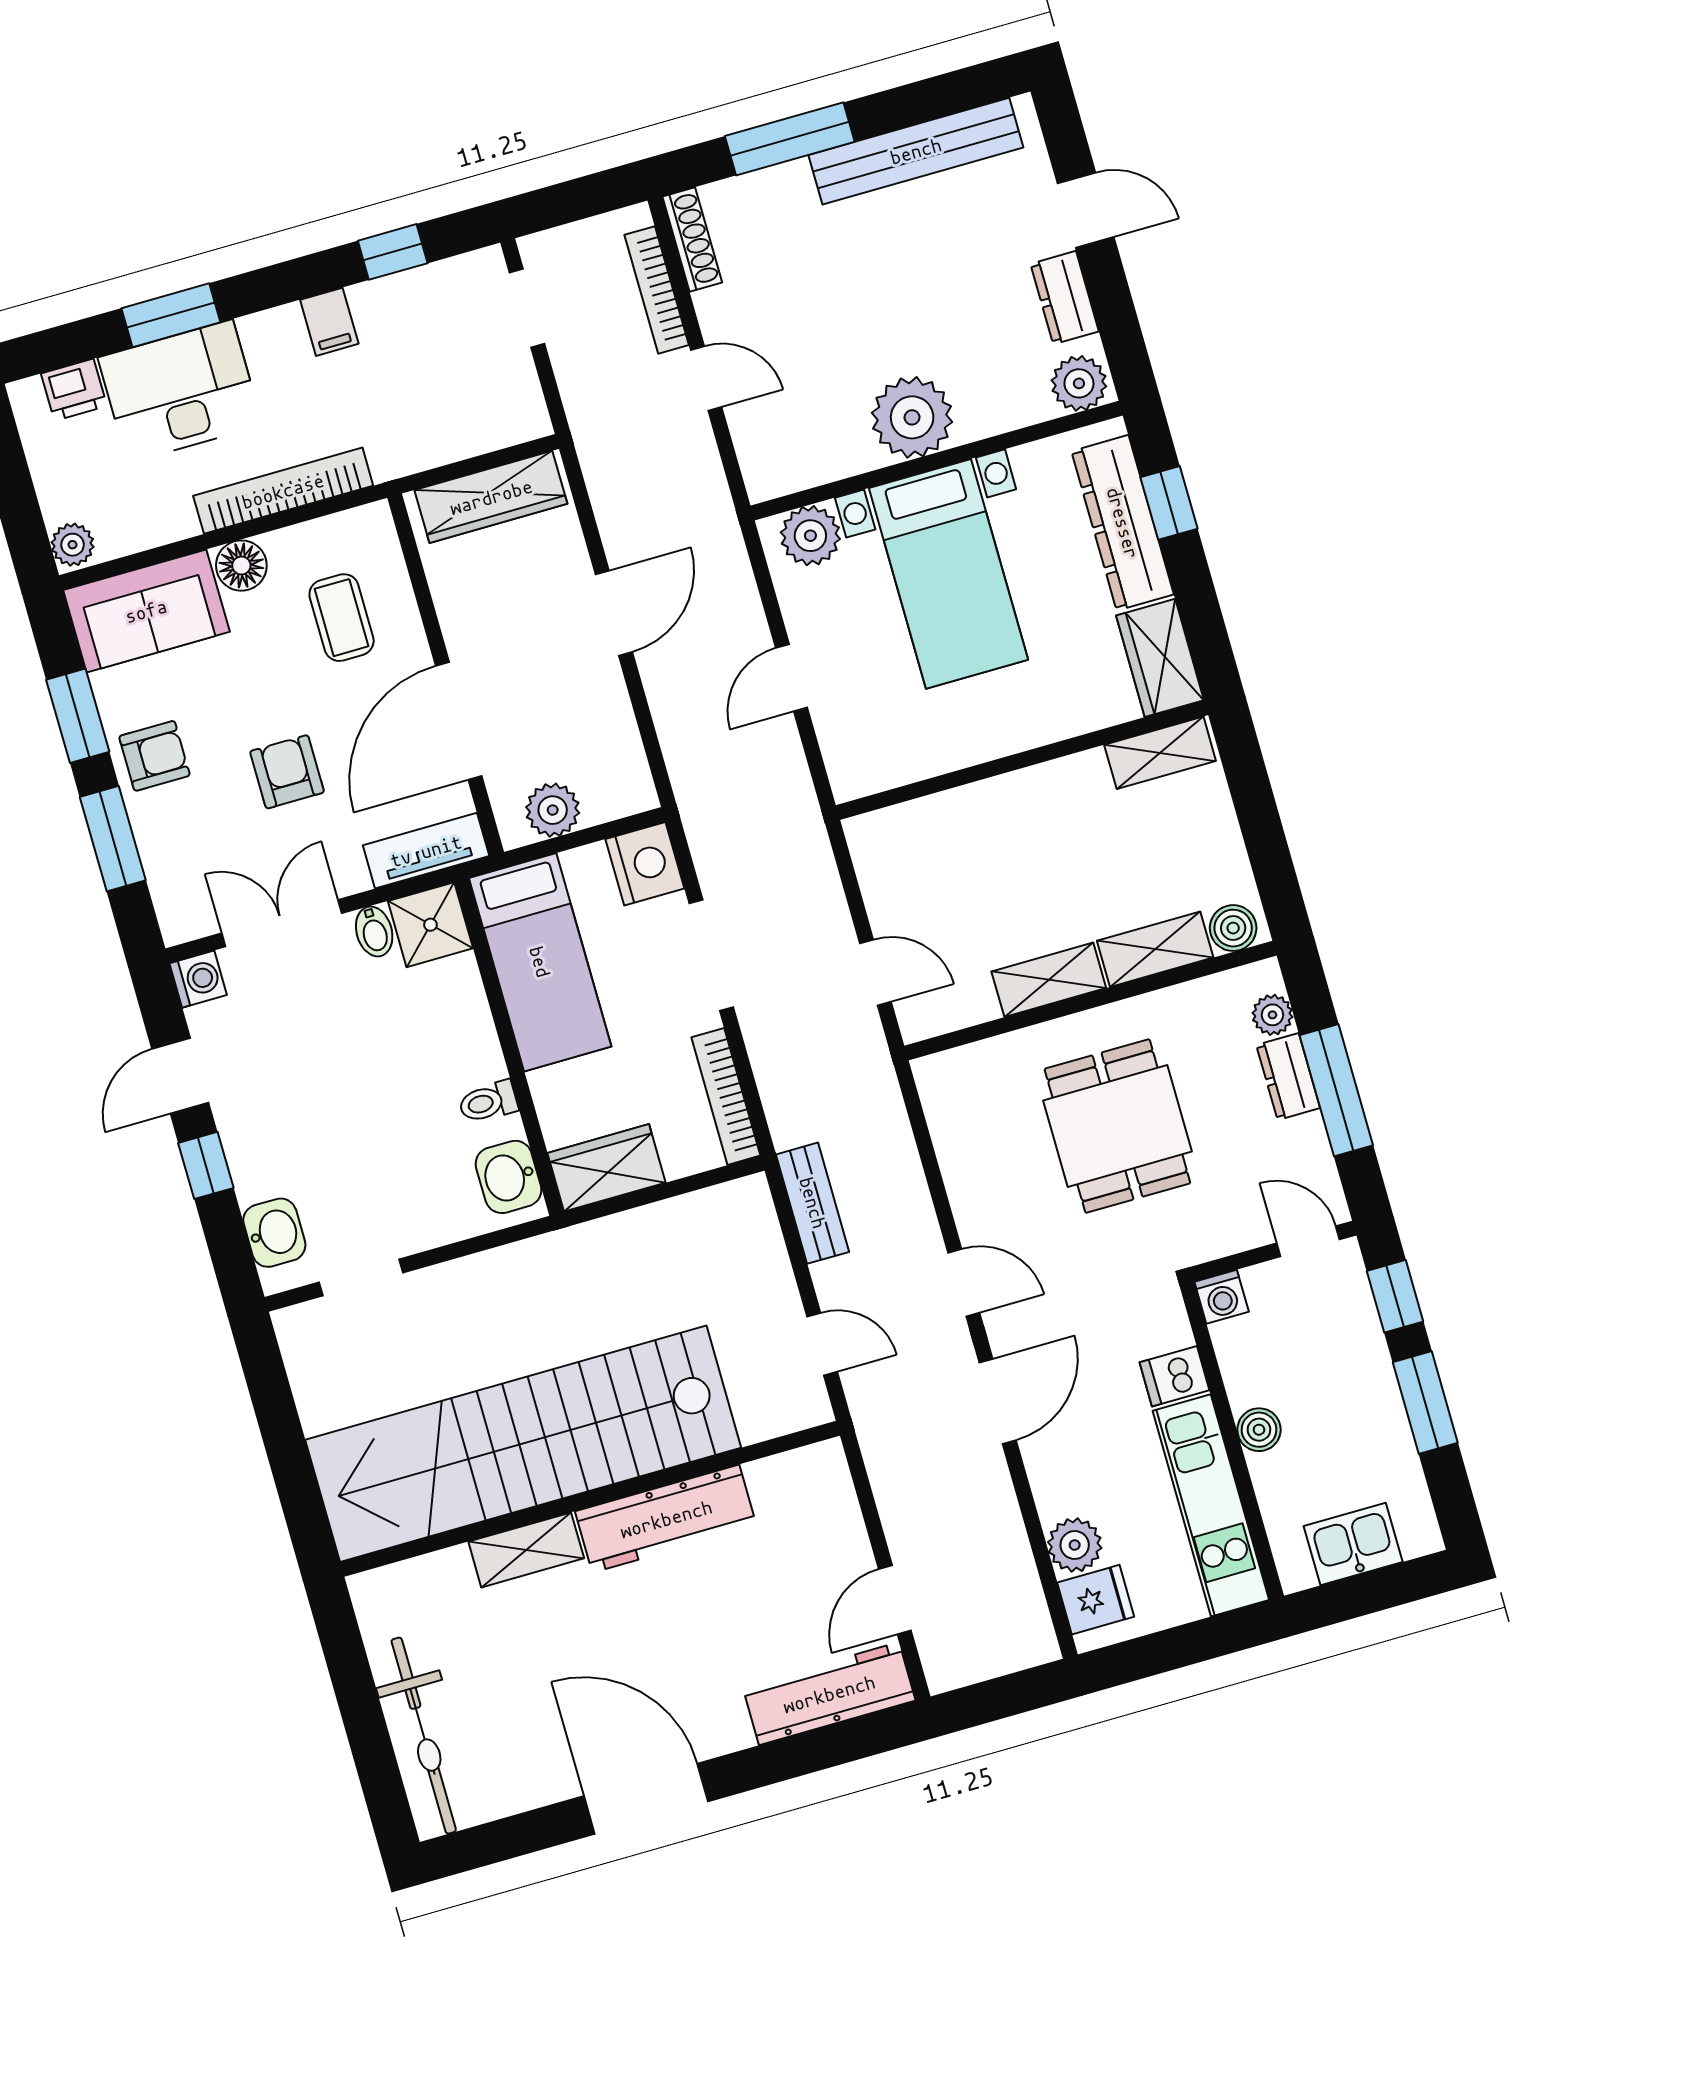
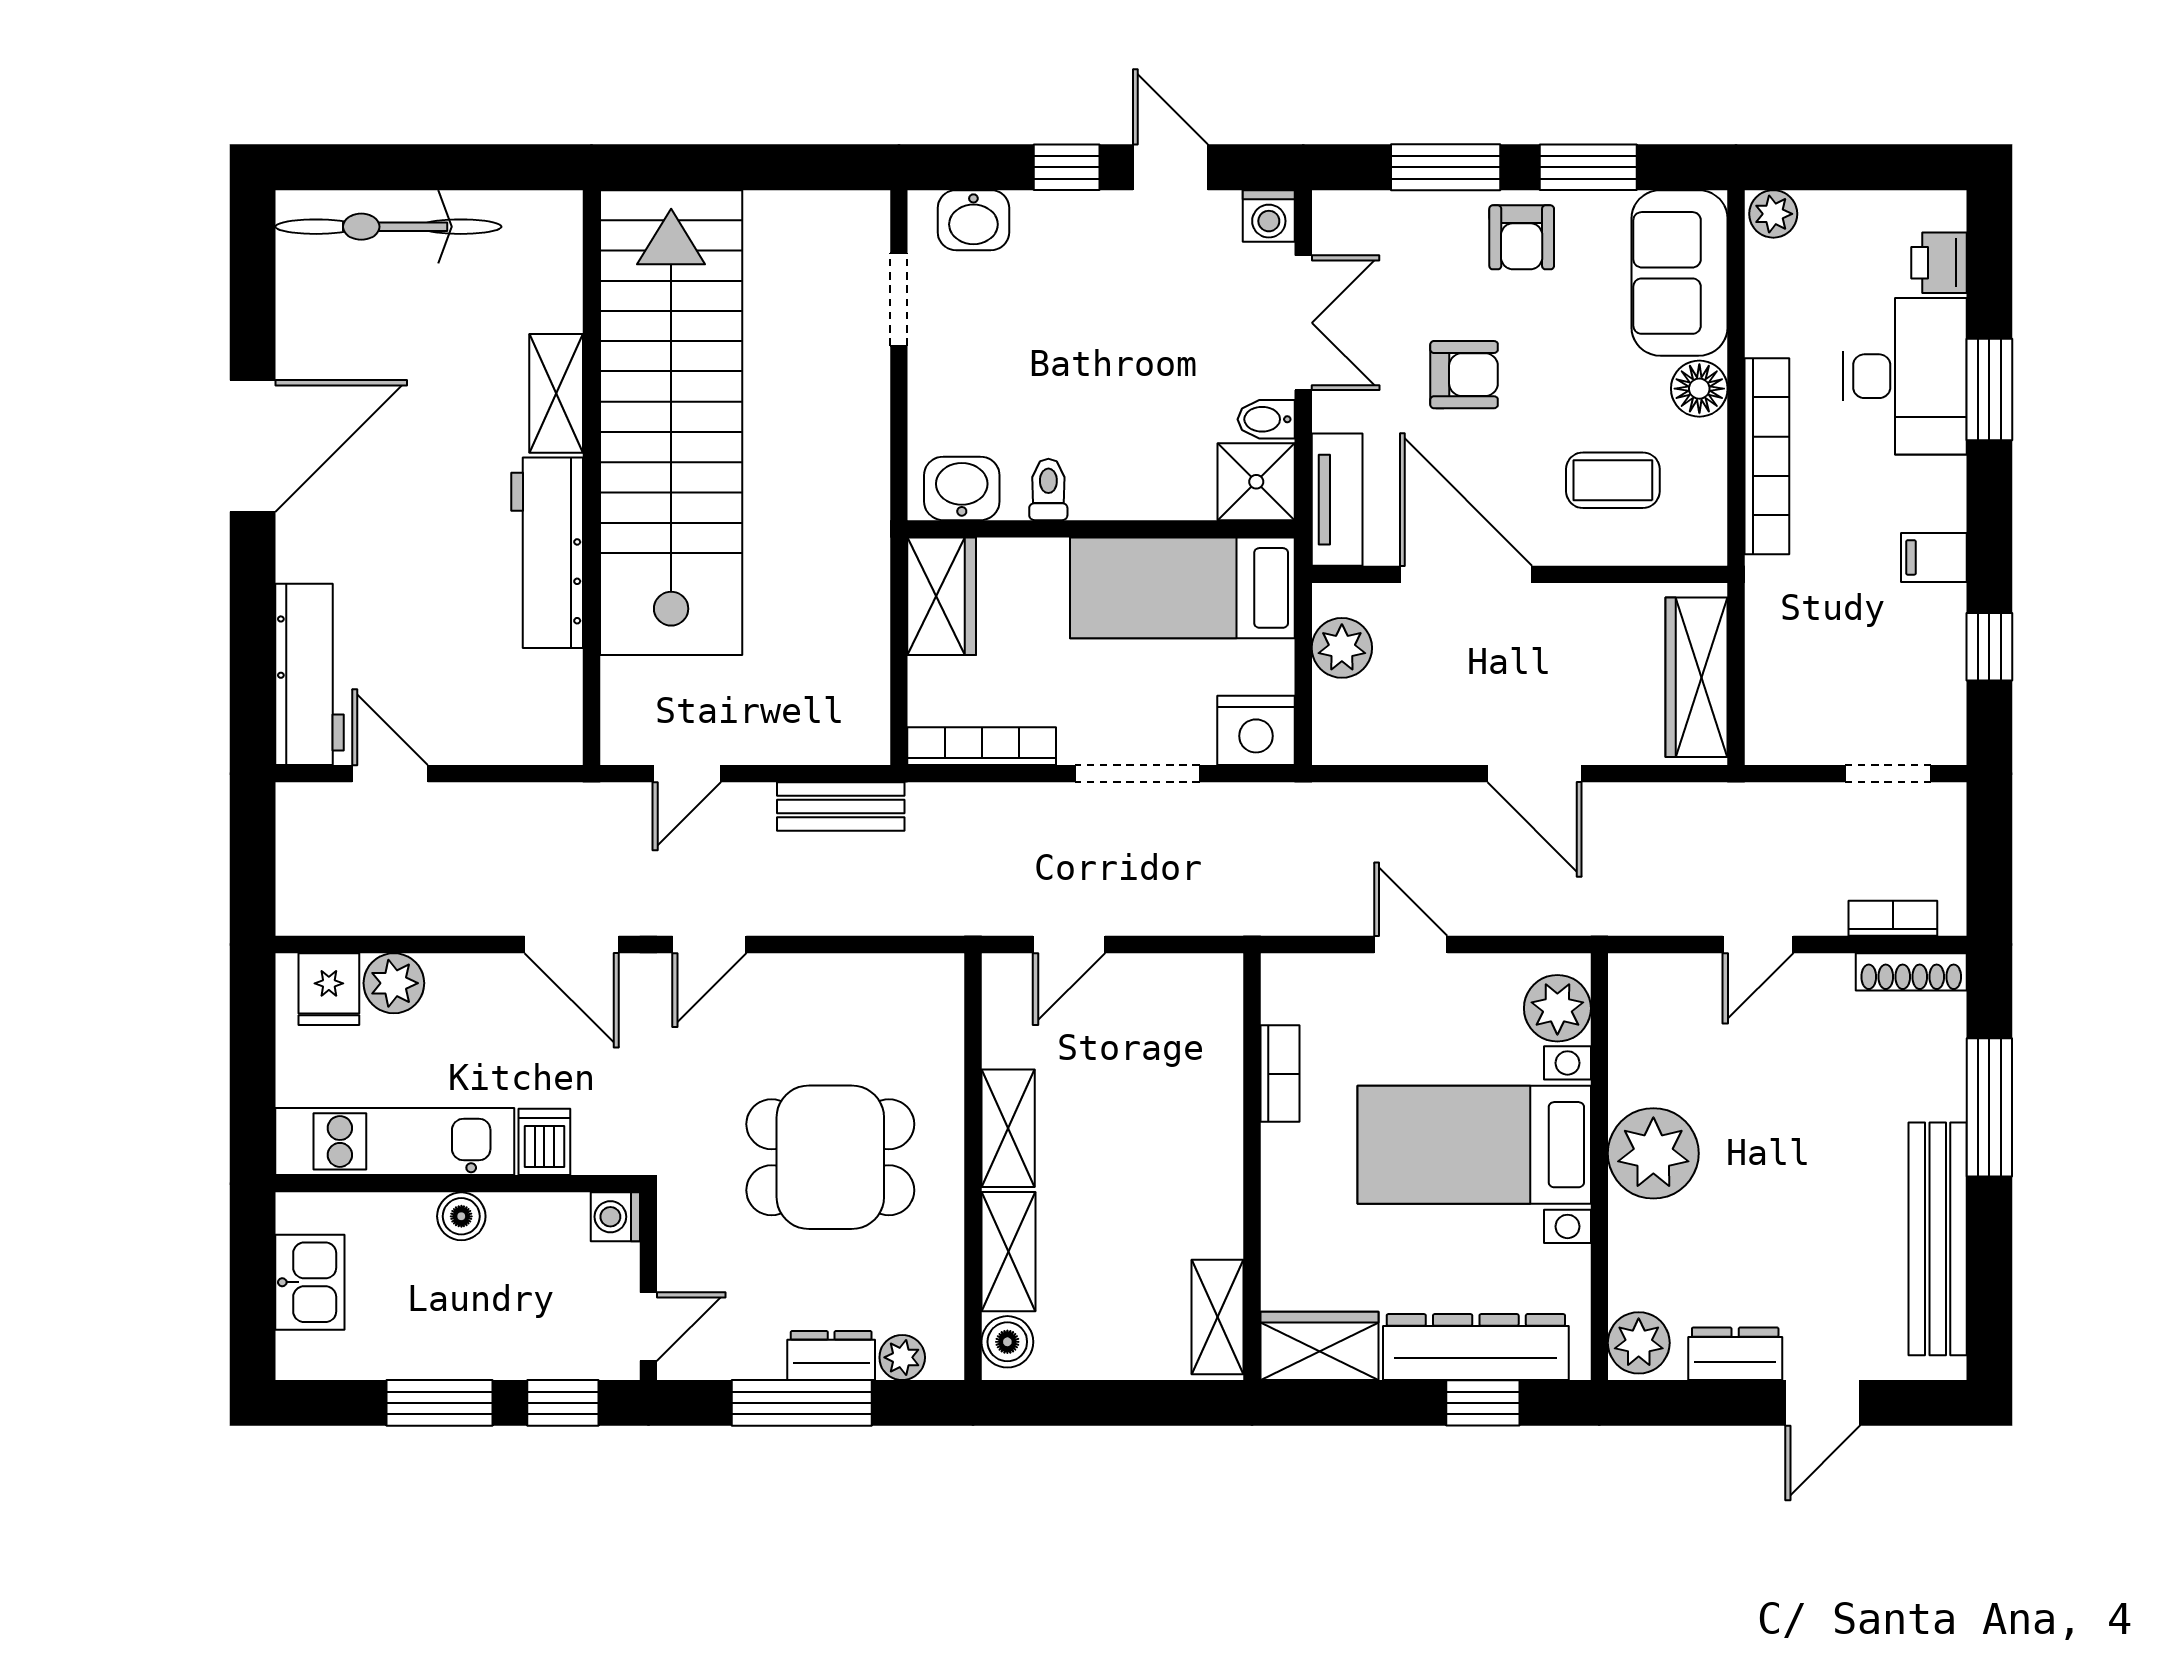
bookcase: (657, 290) -> (1893, 918), width x0.64
bookcase: (935, 759) -> (1280, 1074), added

